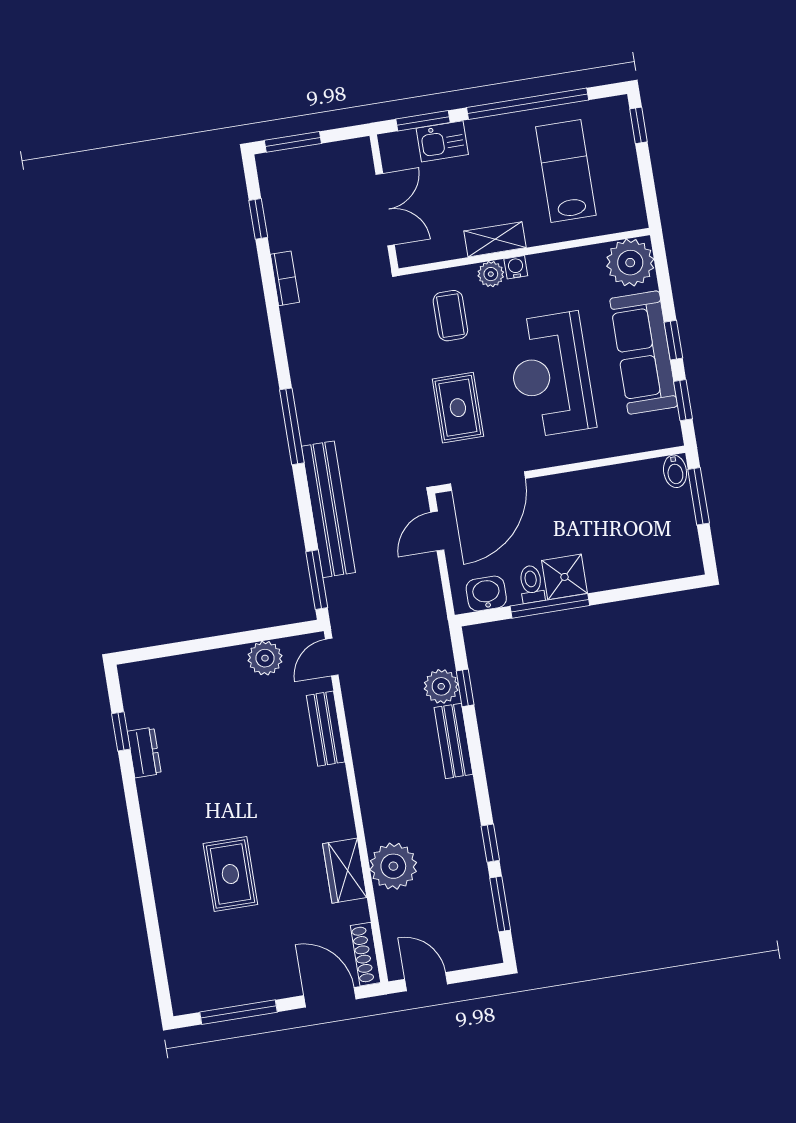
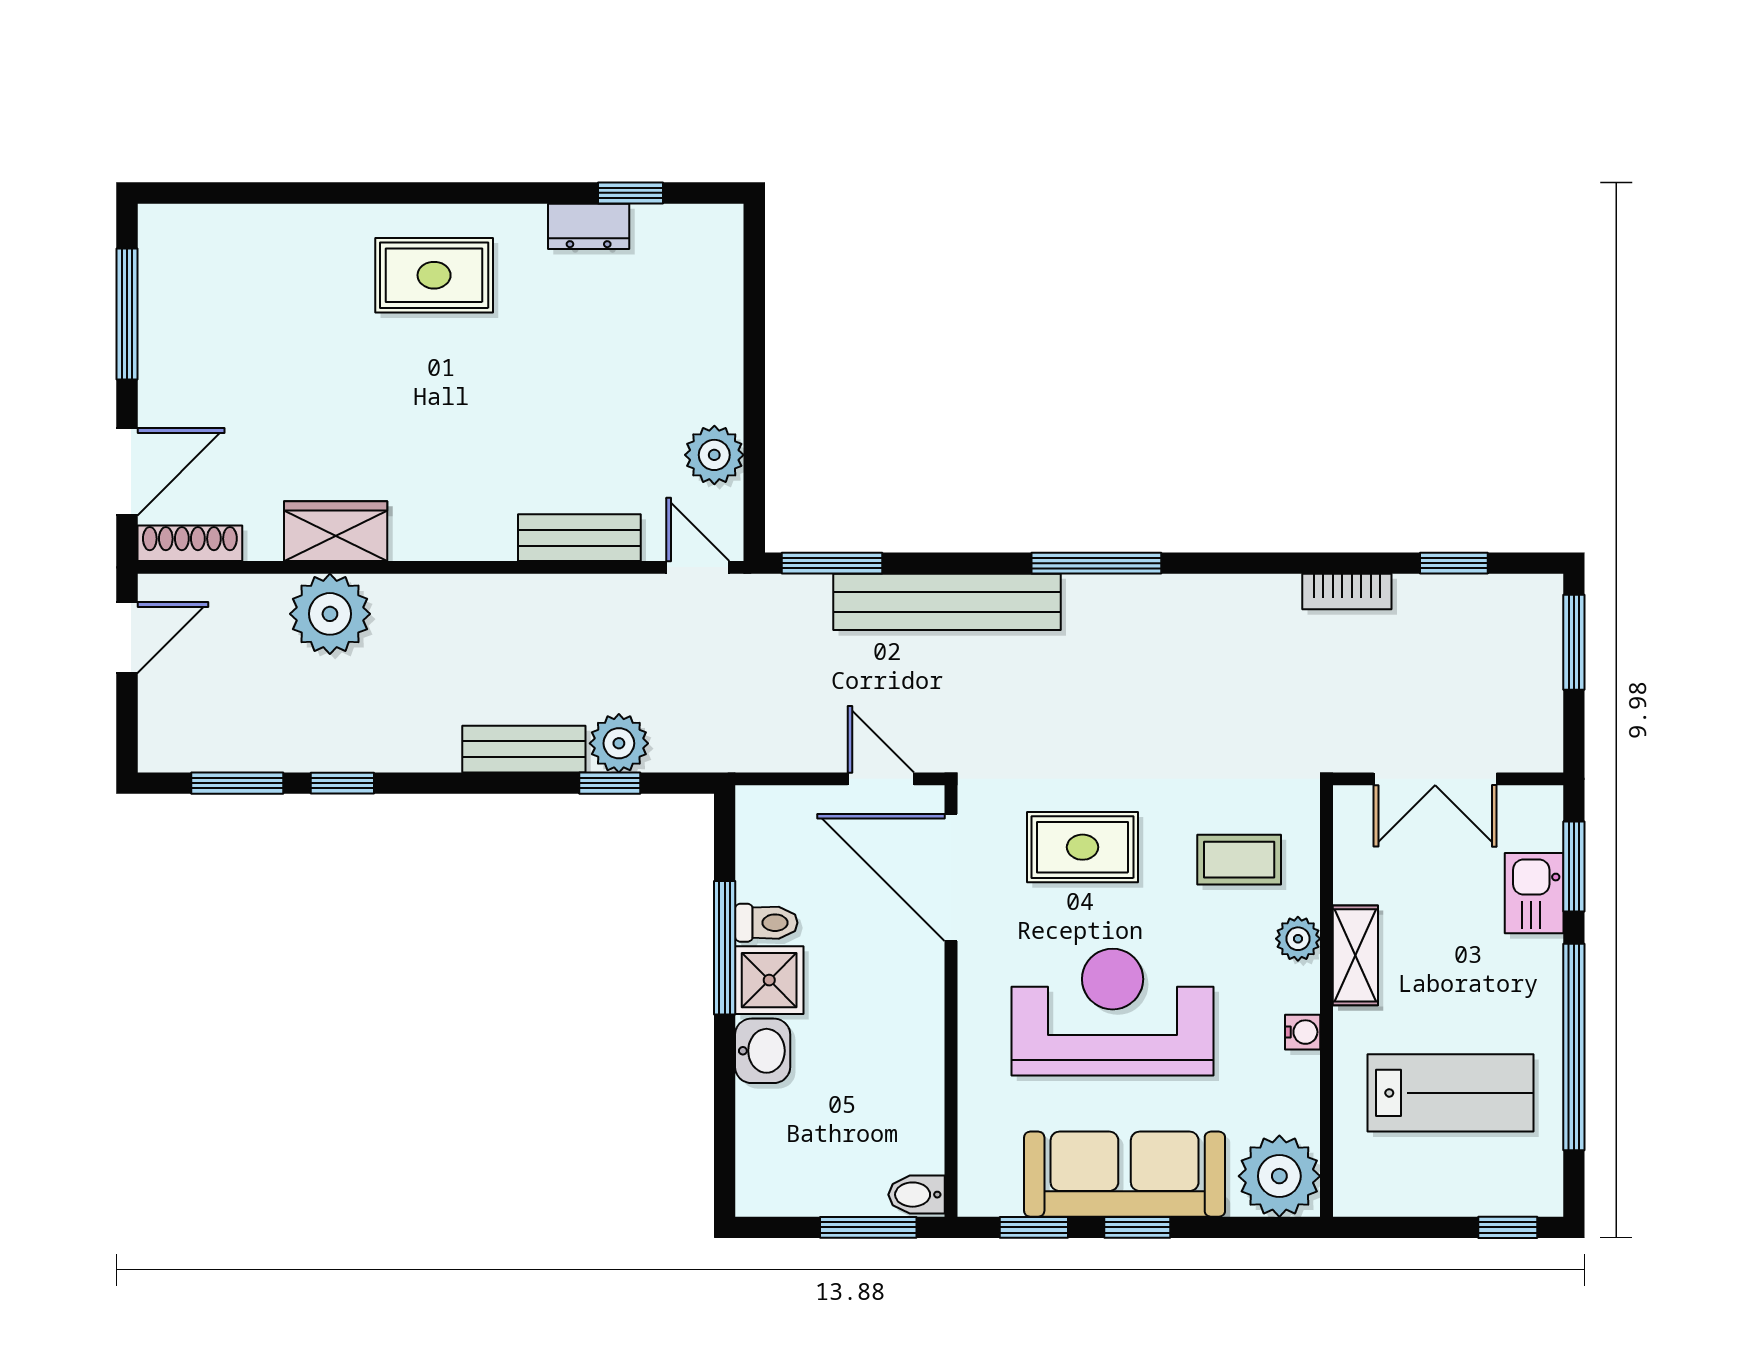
water cooler: (516, 267) -> (1303, 1032), moved
washbasin: (486, 594) -> (763, 1051), moved
rug: (230, 874) -> (434, 275), moved

